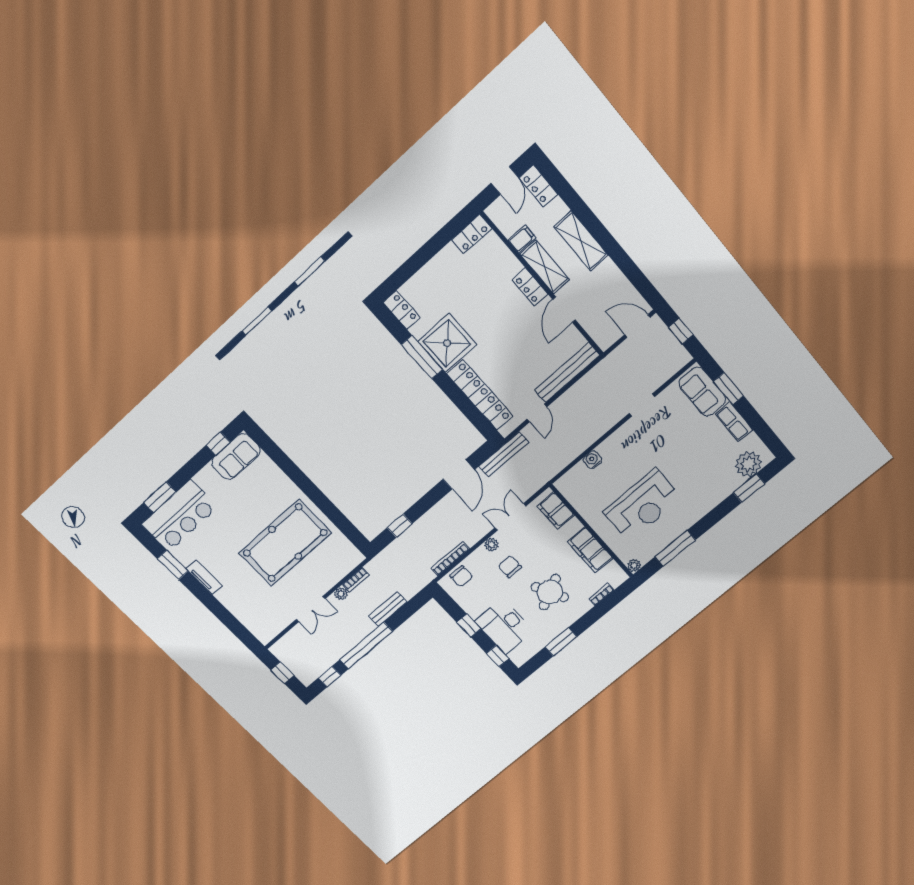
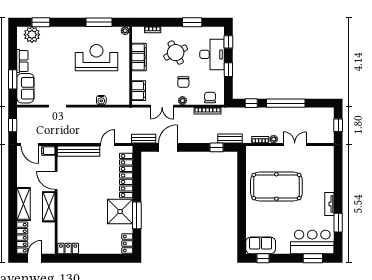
locker: (538, 186) -> (22, 238), width x1.53
filing cabinet: (522, 239) -> (48, 151), moved
locker: (530, 287) -> (62, 204), removed
door: (564, 310) -> (56, 180), swing flipped
bench: (504, 454) -> (144, 139), width x0.73
bench: (388, 609) -> (230, 139), moved
window: (330, 677) -> (251, 103), moved

